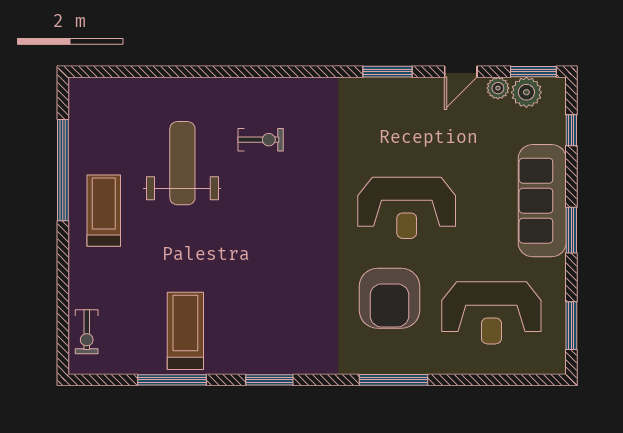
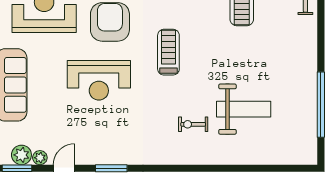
weight bench: (182, 163) -> (244, 109), turned -90
reception desk: (407, 208) -> (99, 80), turned 180
treadmill: (104, 211) -> (168, 52), moved, turned 180

